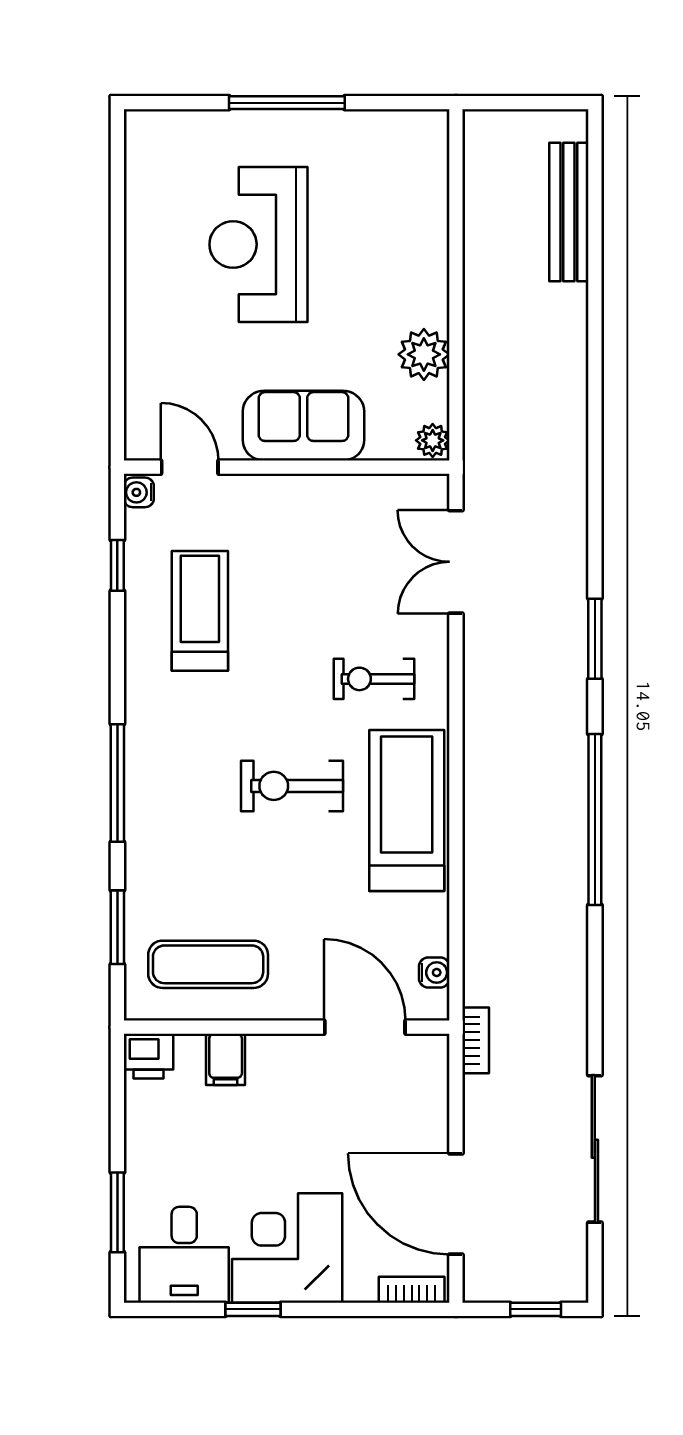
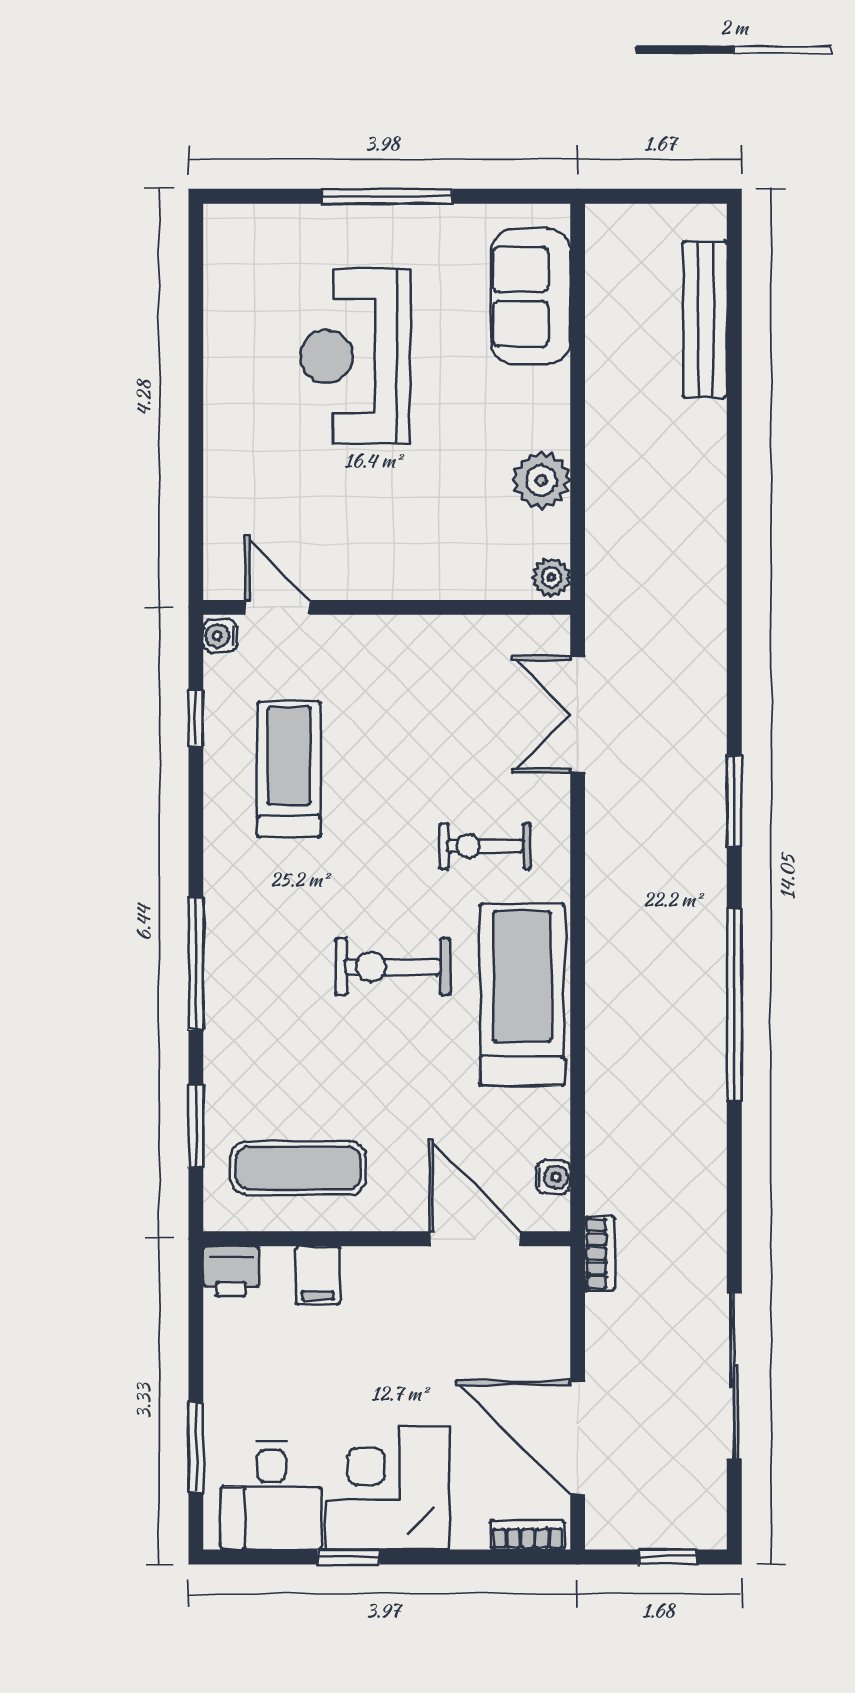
sofa: (303, 426) -> (531, 297), moved, turned -90

